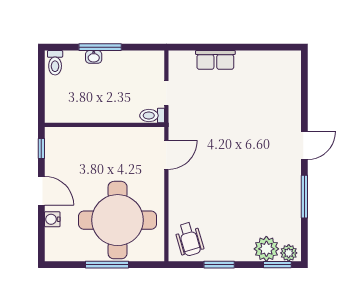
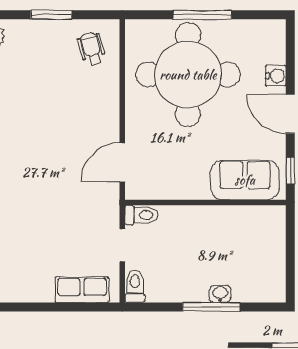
row of seats: (215, 60) -> (82, 290), moved
toilet: (55, 63) -> (135, 286), moved
sofa: (75, 142) -> (245, 180), added
wheelchair: (189, 239) -> (92, 49), width x0.73, depth x0.73

